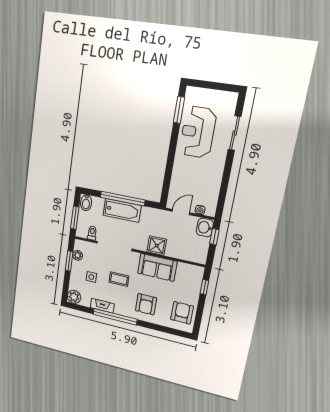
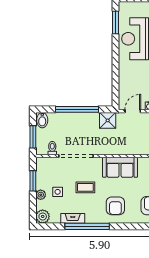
bathtub: (122, 210) -> (78, 121), removed
shower: (157, 246) -> (108, 120), moved
plant: (78, 255) -> (41, 195), moved

